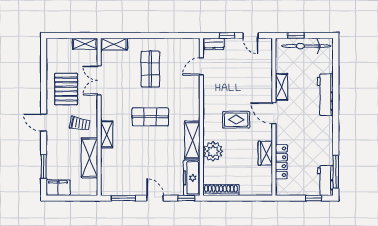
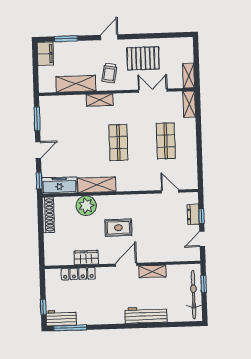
dresser: (214, 44) -> (193, 214), moved
shop shelf: (150, 69) -> (166, 141), turned 90
rug: (236, 120) -> (118, 228), turned 90

